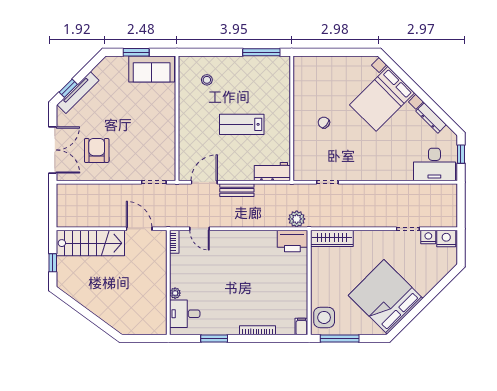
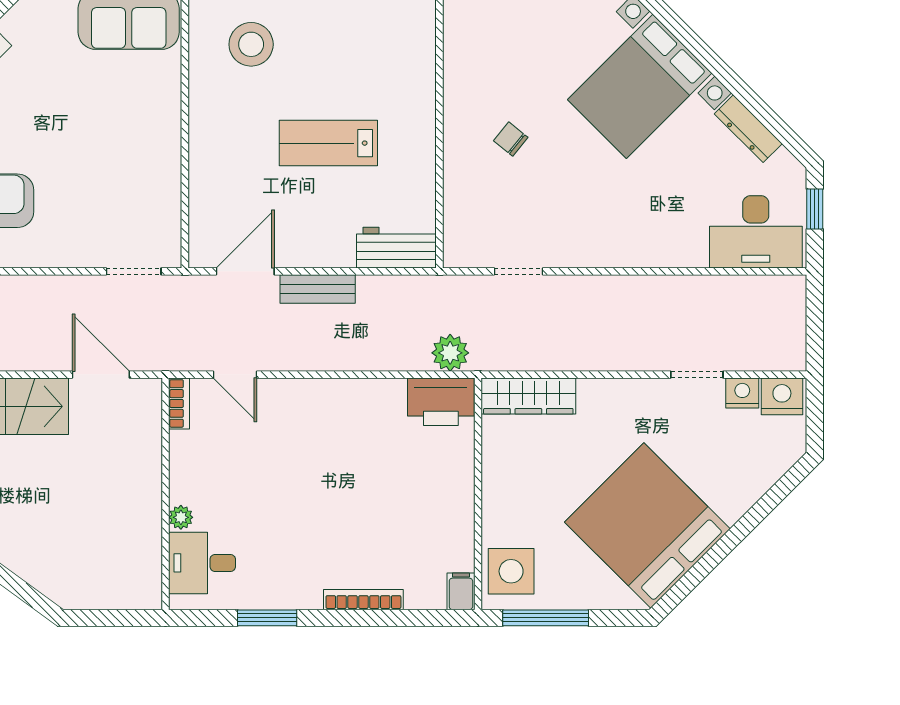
stool: (207, 80) -> (251, 44), width x1.89, depth x1.89

